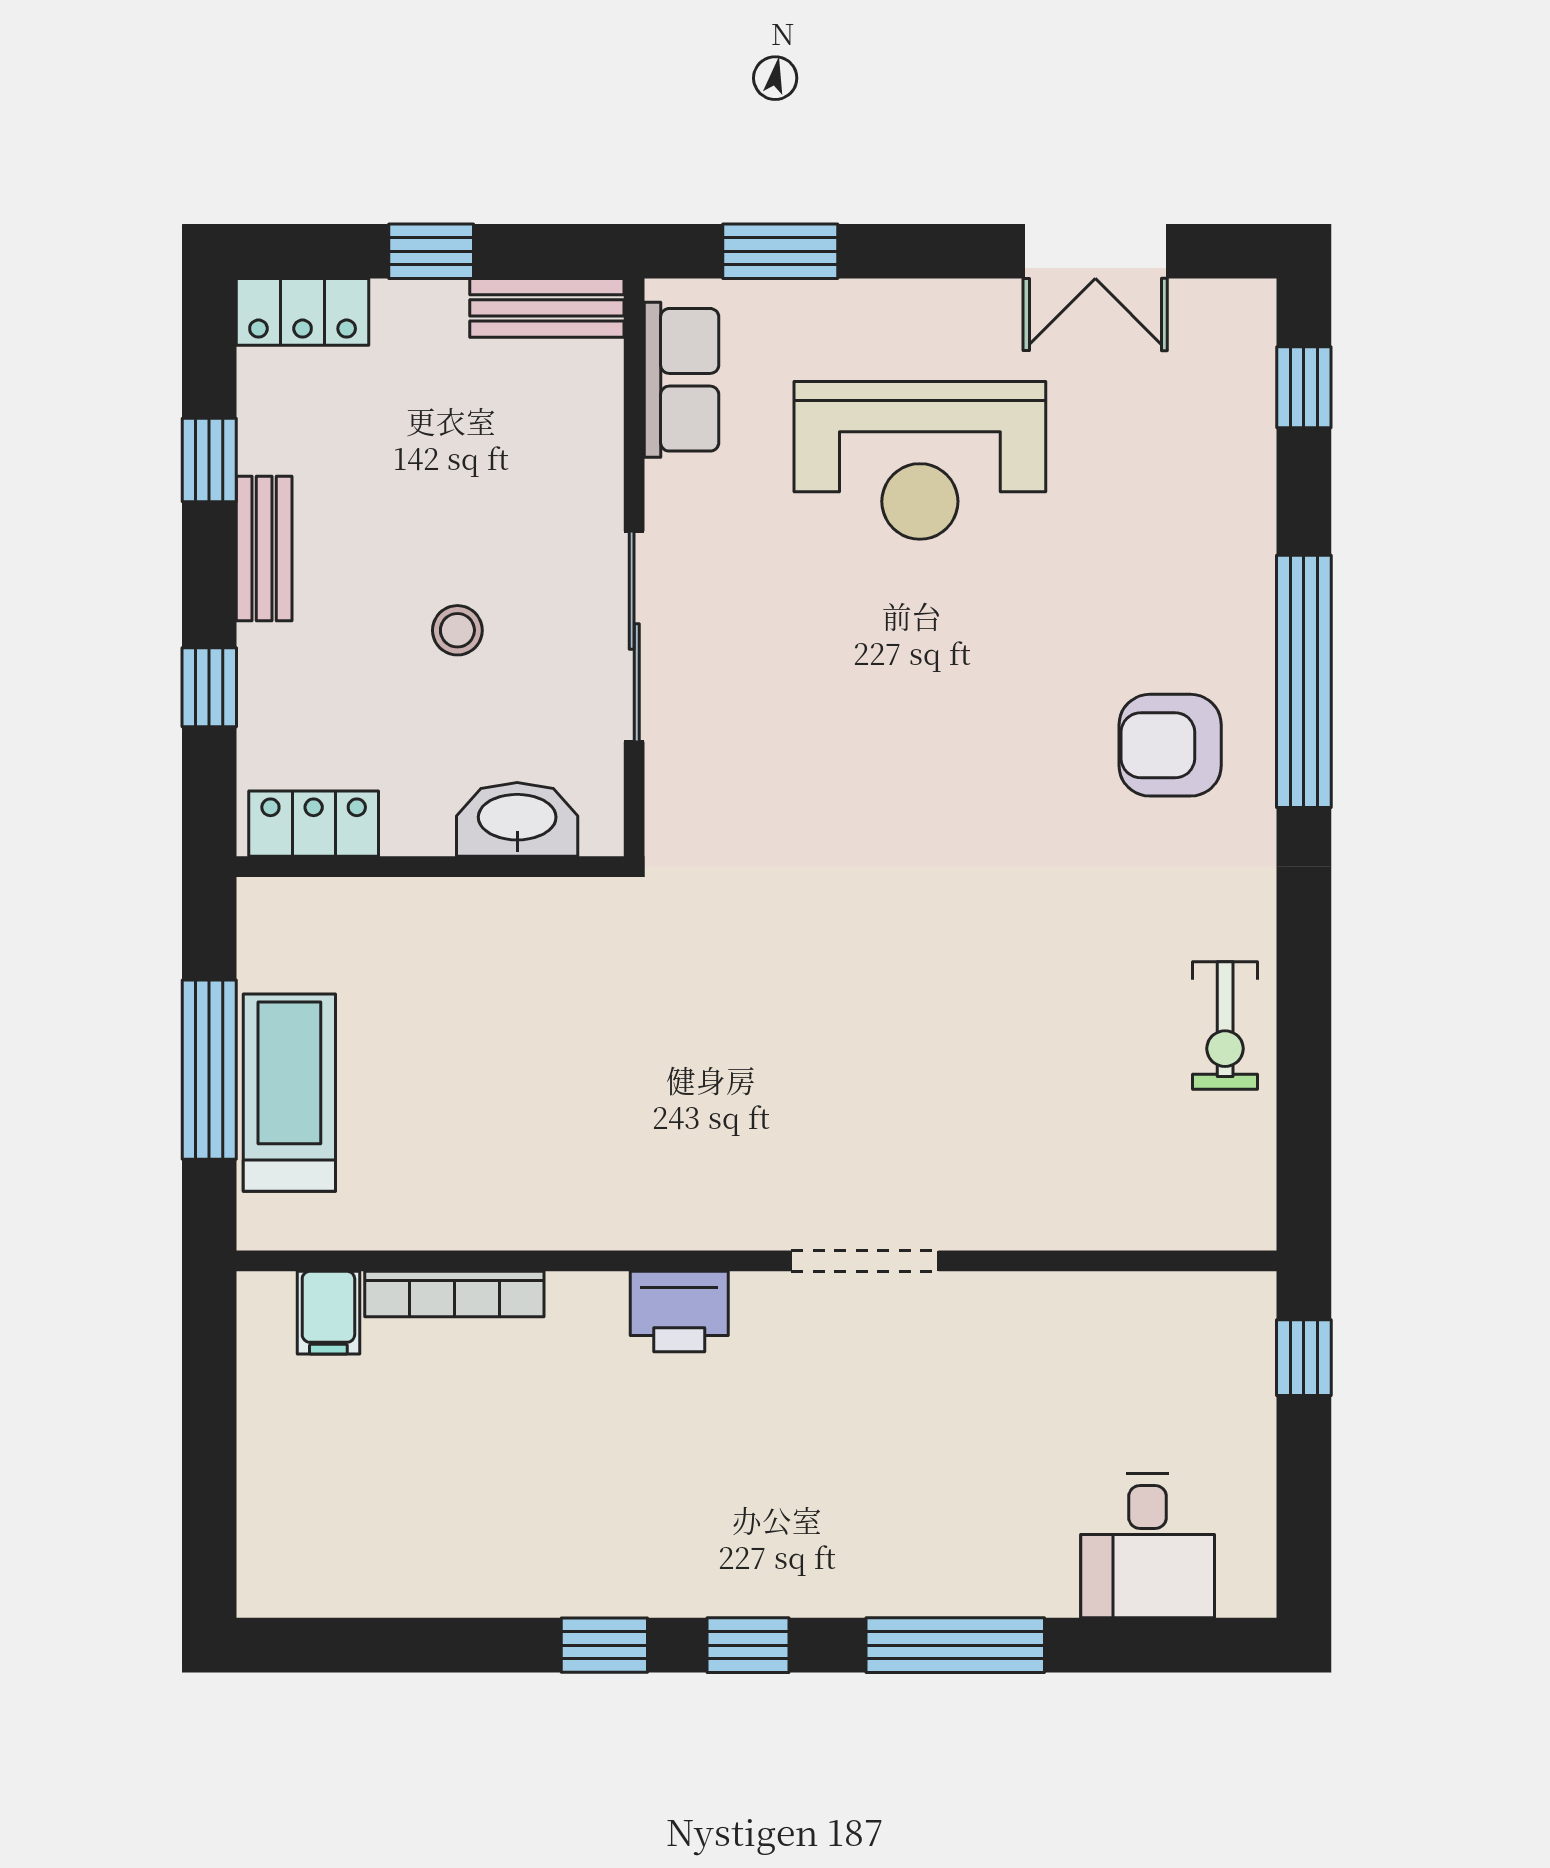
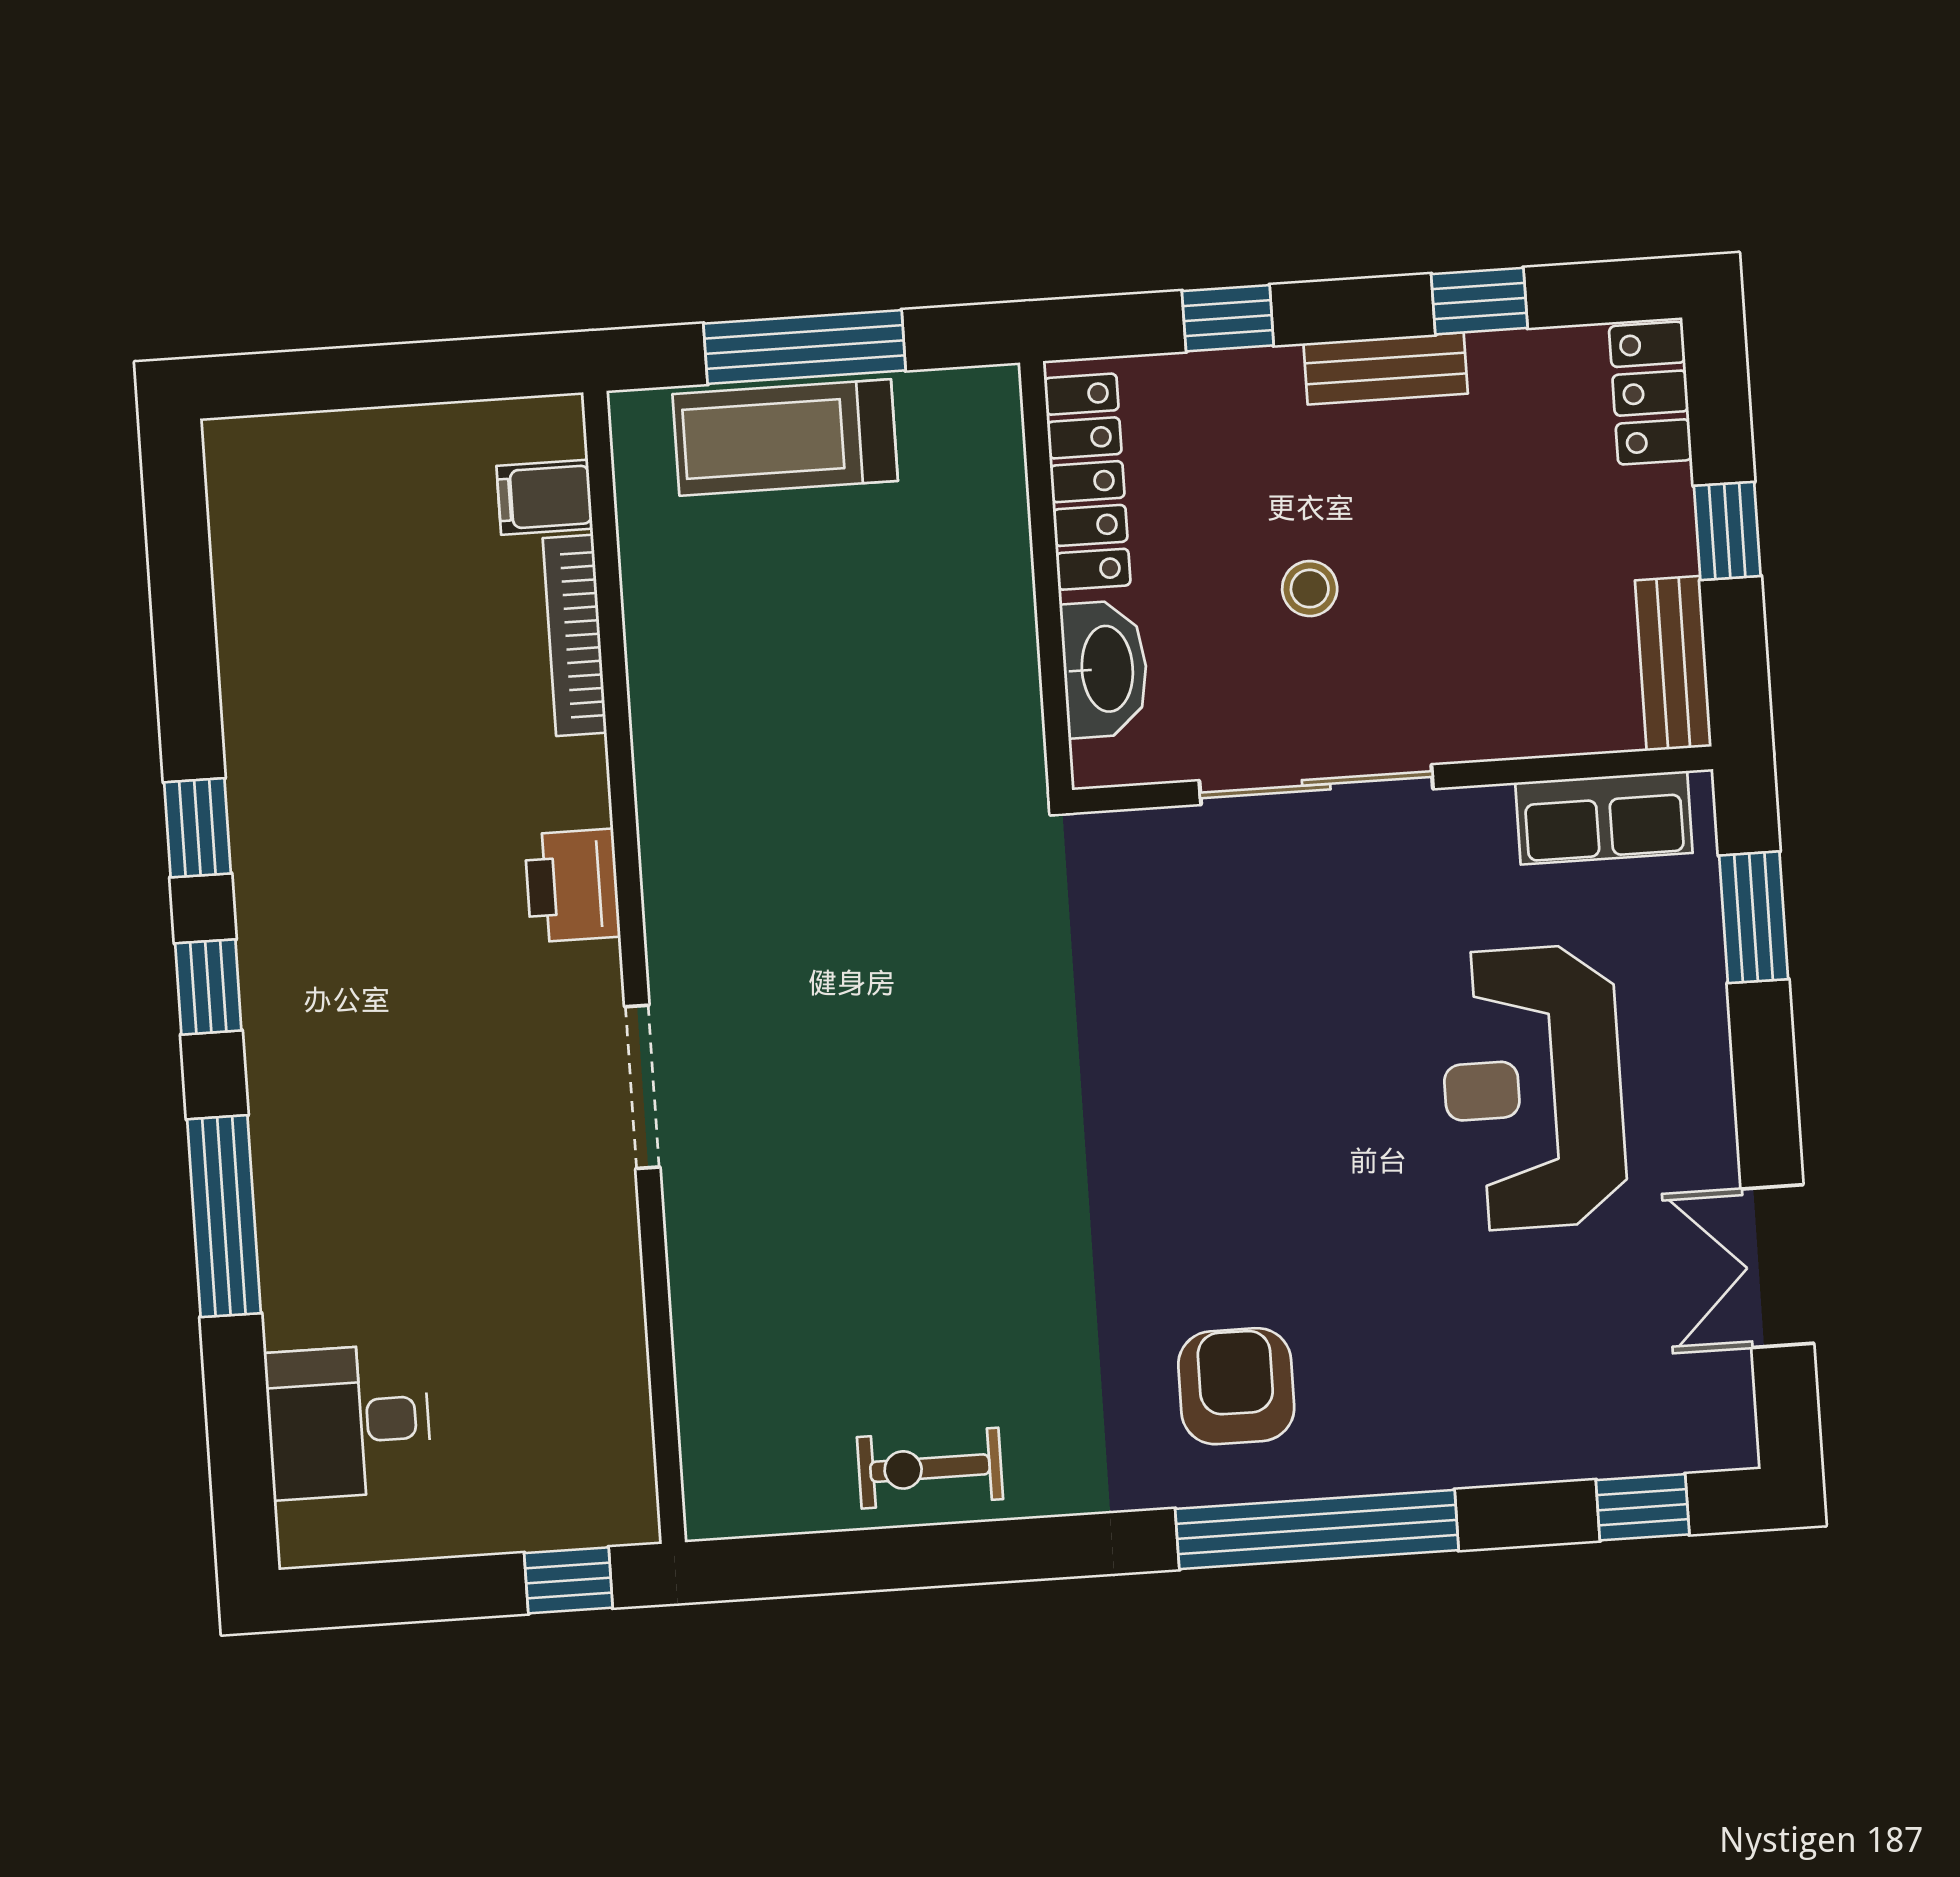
locker: (314, 824) -> (1087, 482), width x1.53
treadmill: (289, 1093) -> (785, 437), turned 180

